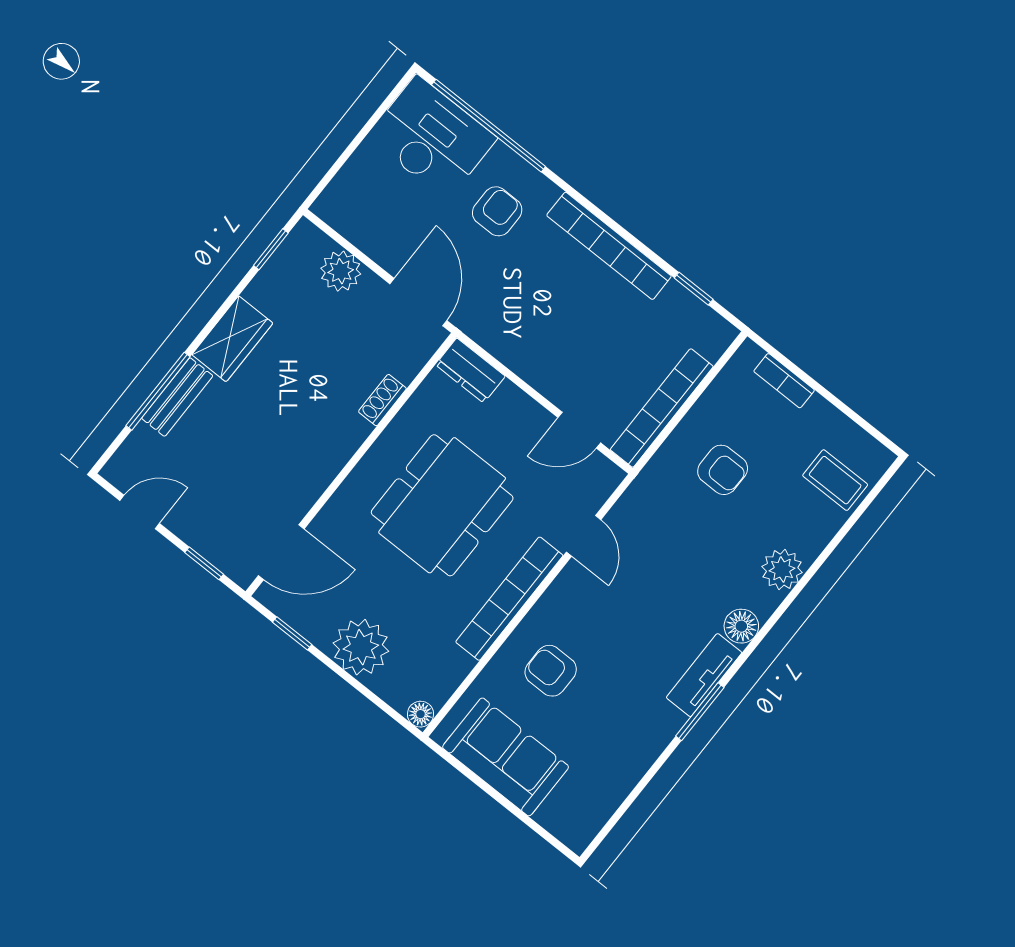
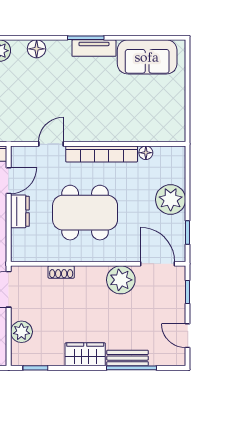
dresser: (470, 371) -> (20, 211), moved
door: (579, 430) -> (9, 181), hinge flipped
plant: (301, 479) -> (121, 280), added
armchair: (551, 671) -> (118, 113), removed
tv unit: (704, 675) -> (94, 48), moved
floor lamp: (421, 714) -> (146, 153), moved
sofa: (506, 757) -> (147, 57), moved, turned -90

